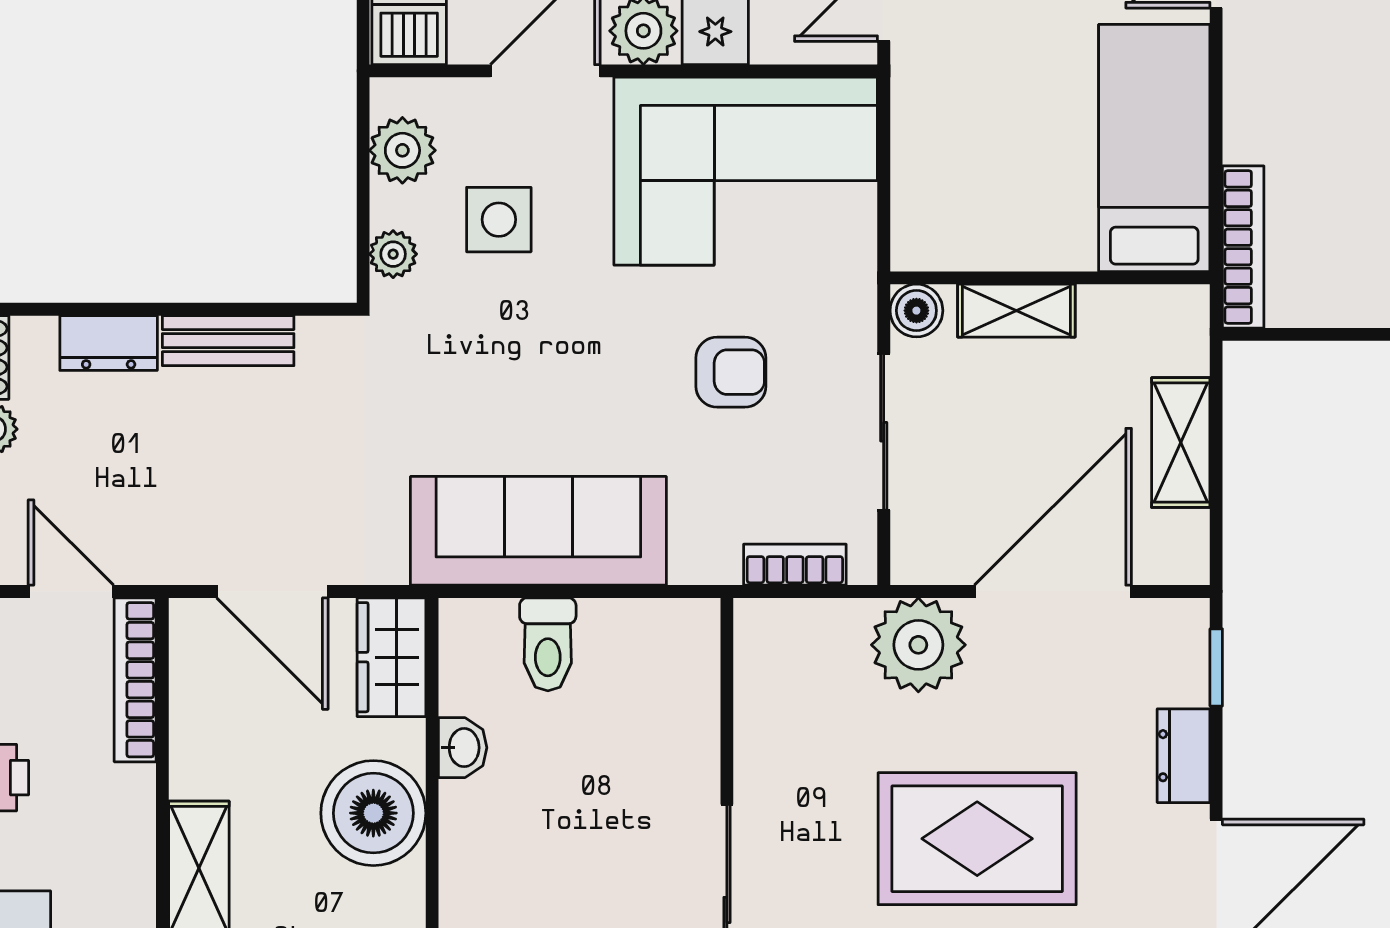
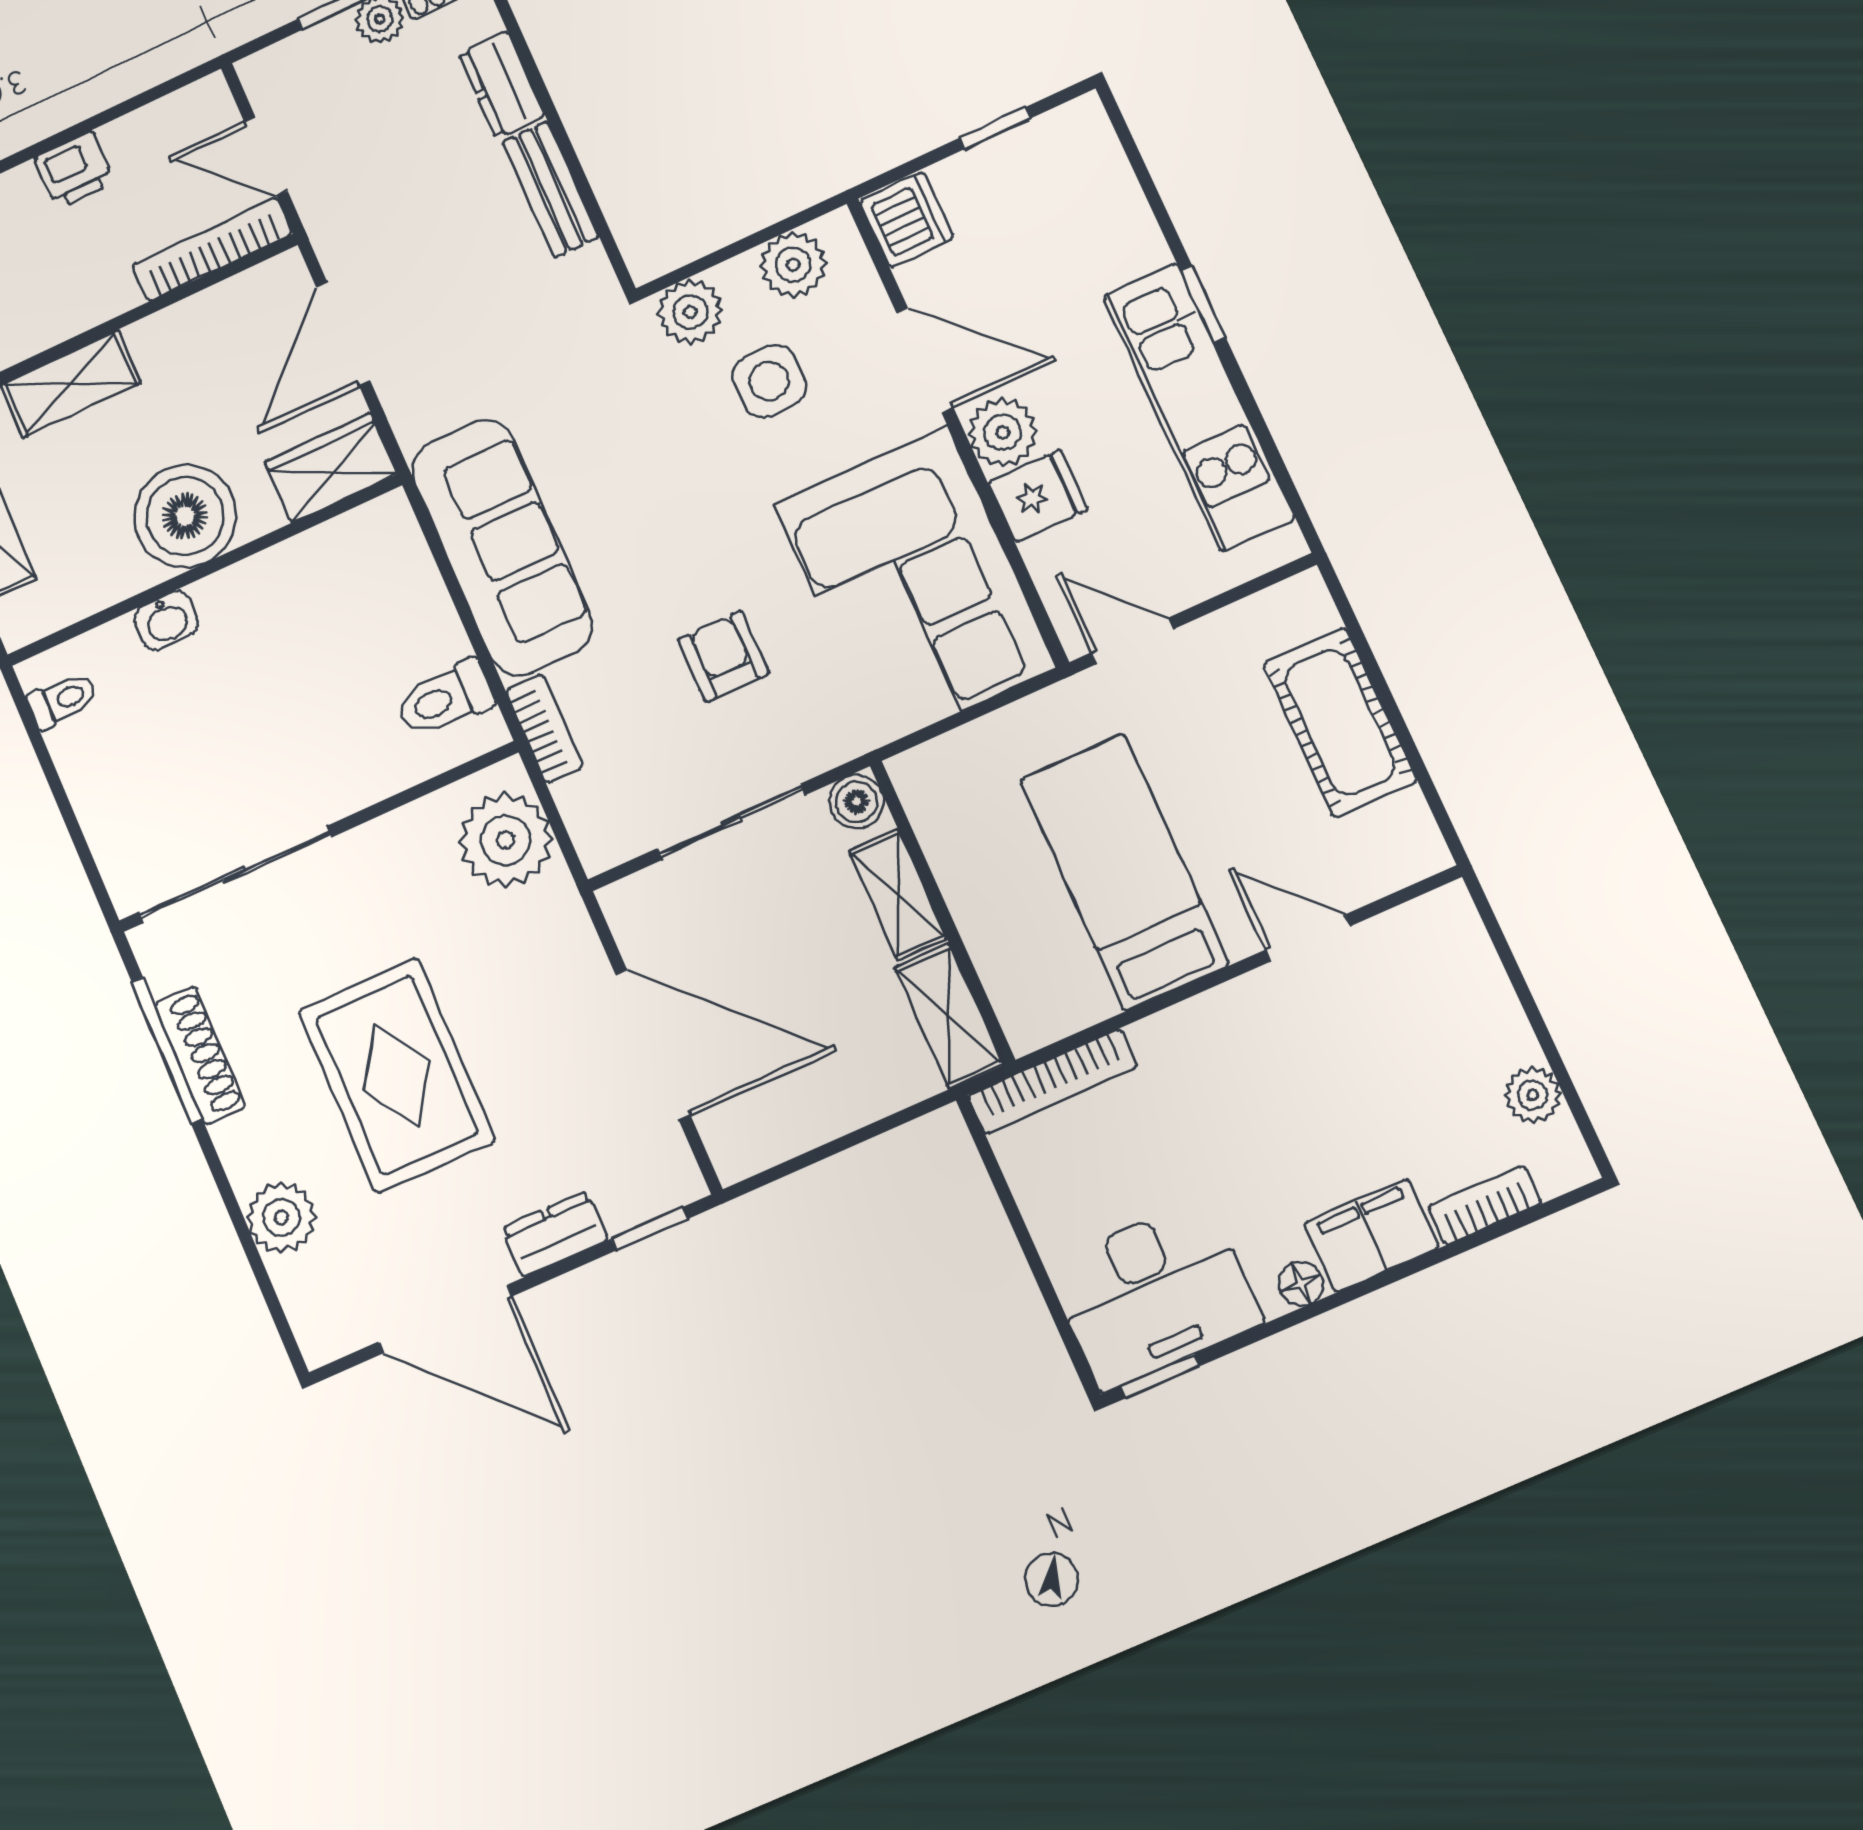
bed: (1154, 148) -> (1124, 872), moved, turned -90
plant: (393, 254) -> (690, 312), width x1.38, depth x1.38
armchair: (731, 372) -> (724, 656), turned 180
shelving: (1181, 443) -> (949, 1016), moved, turned 90
bookcase: (795, 565) -> (544, 729), moved
door: (71, 591) -> (266, 156), swing flipped
toilet: (548, 644) -> (445, 699), moved
plant: (918, 645) -> (506, 840), moved
washbasin: (463, 748) -> (166, 620), moved

